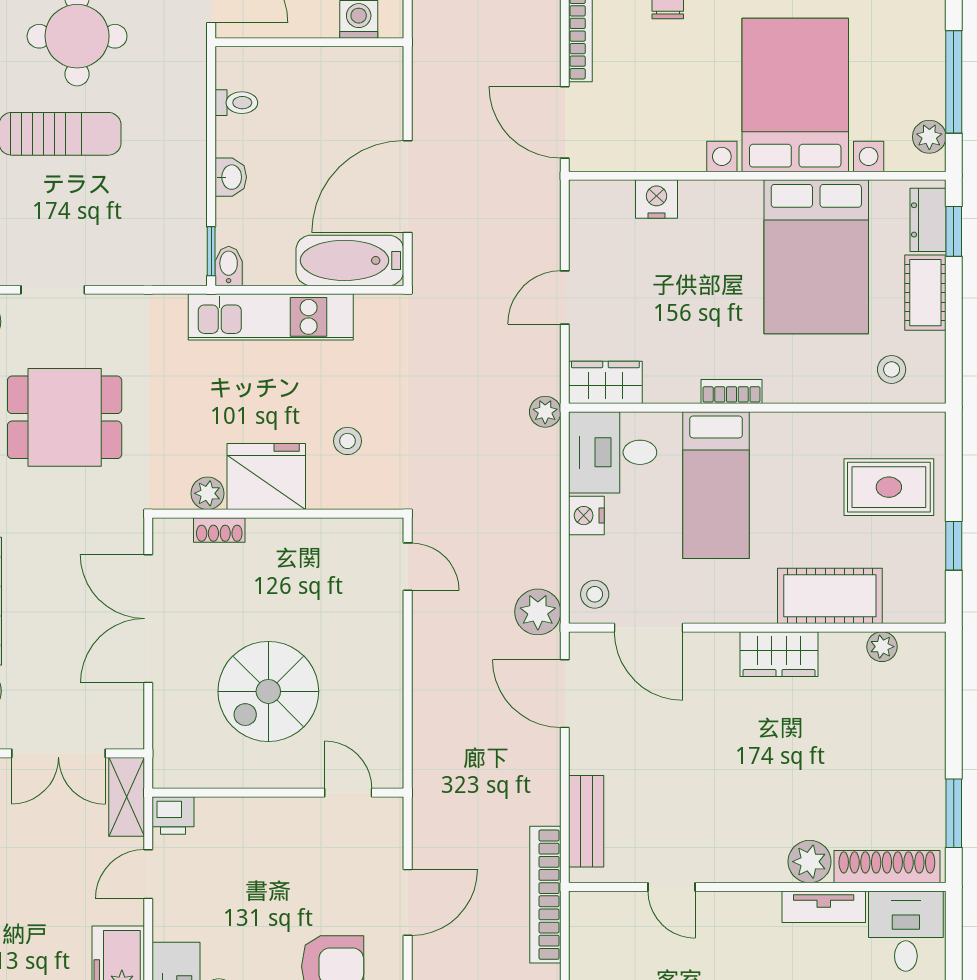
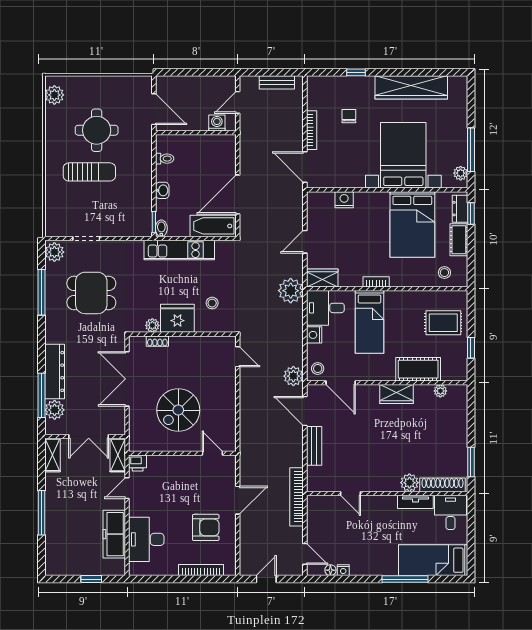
plant: (545, 412) -> (291, 291), width x1.88, depth x1.88
bench: (586, 821) -> (314, 446), moved

